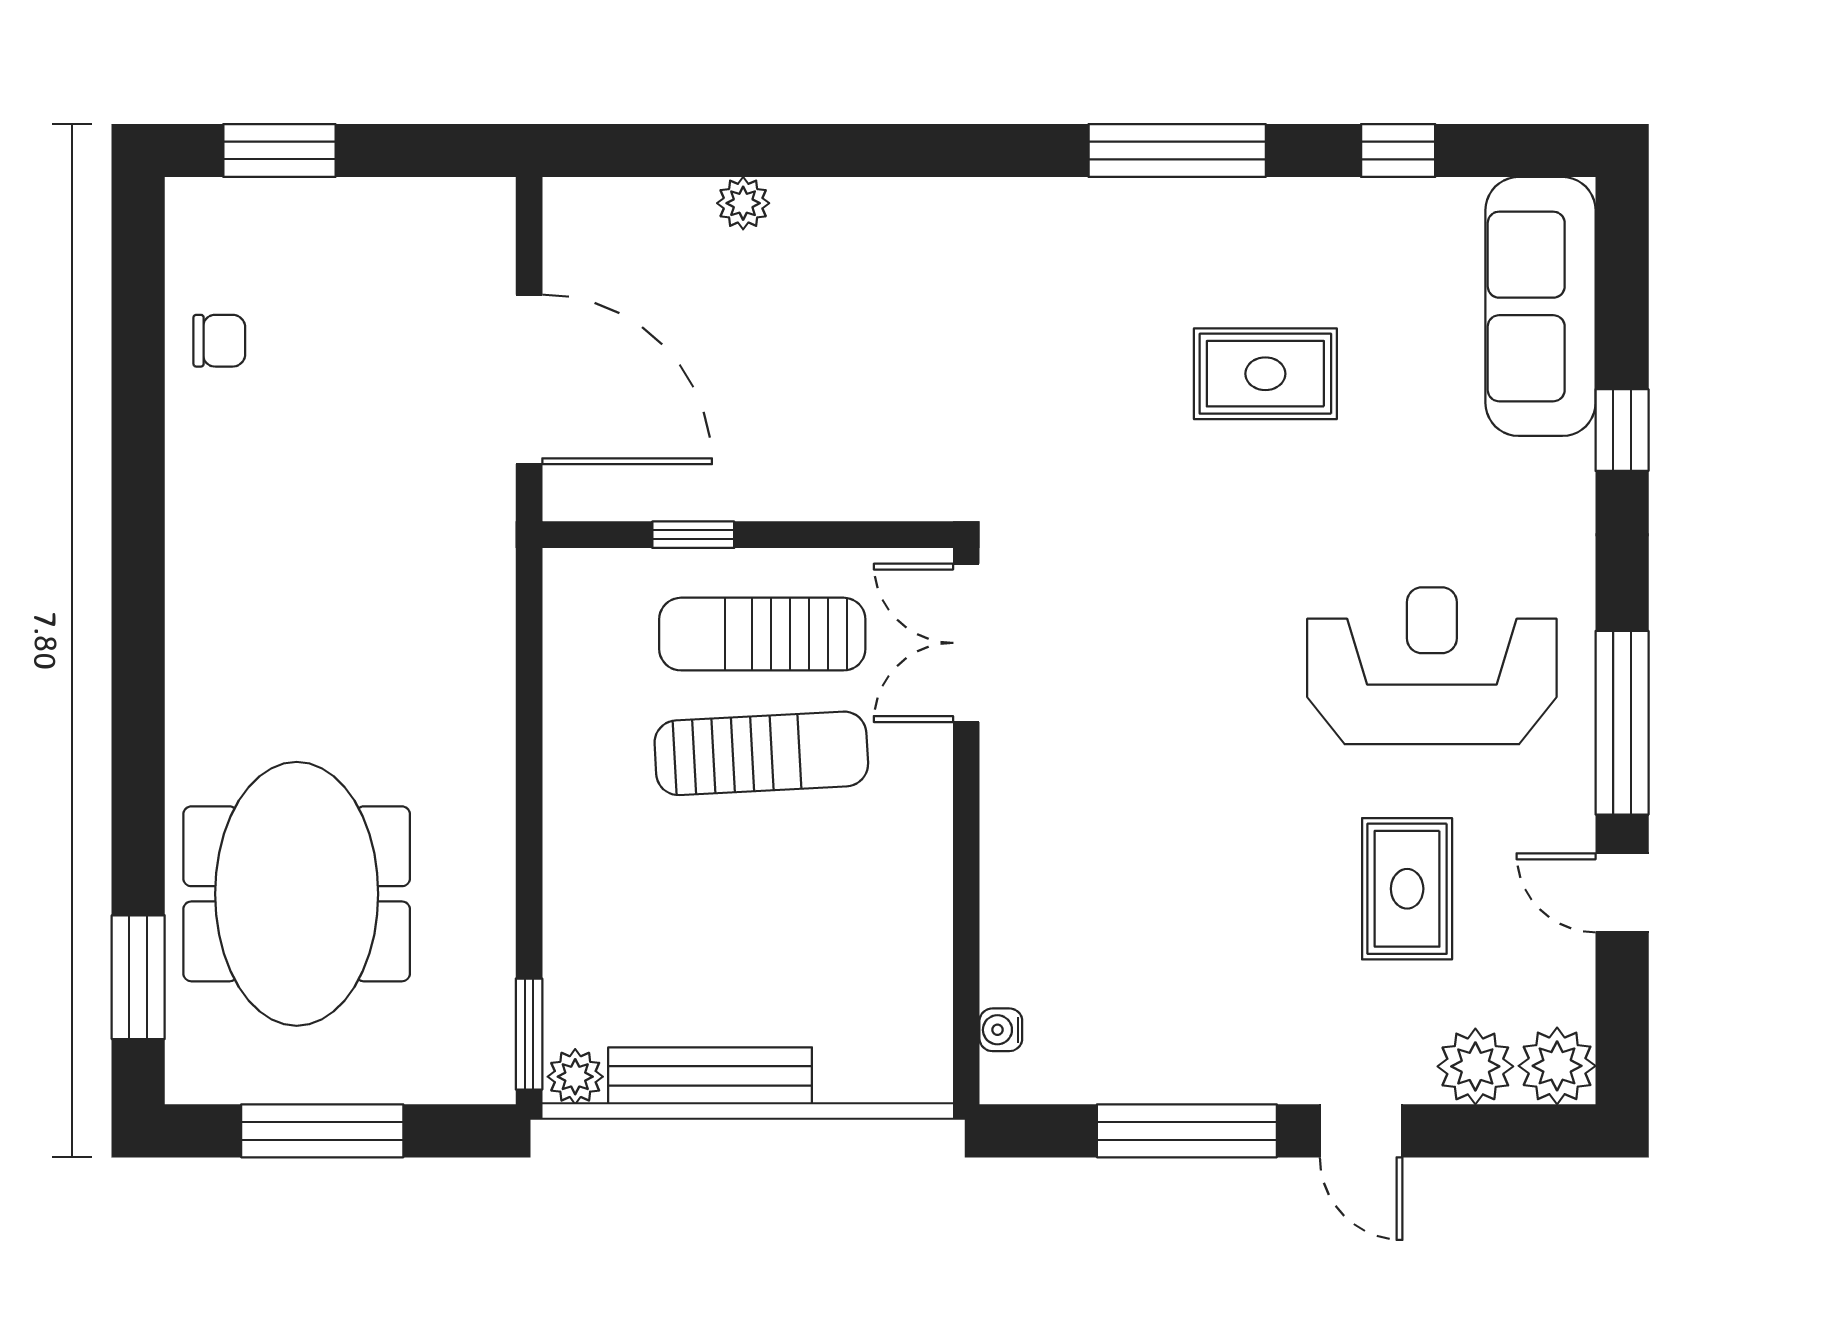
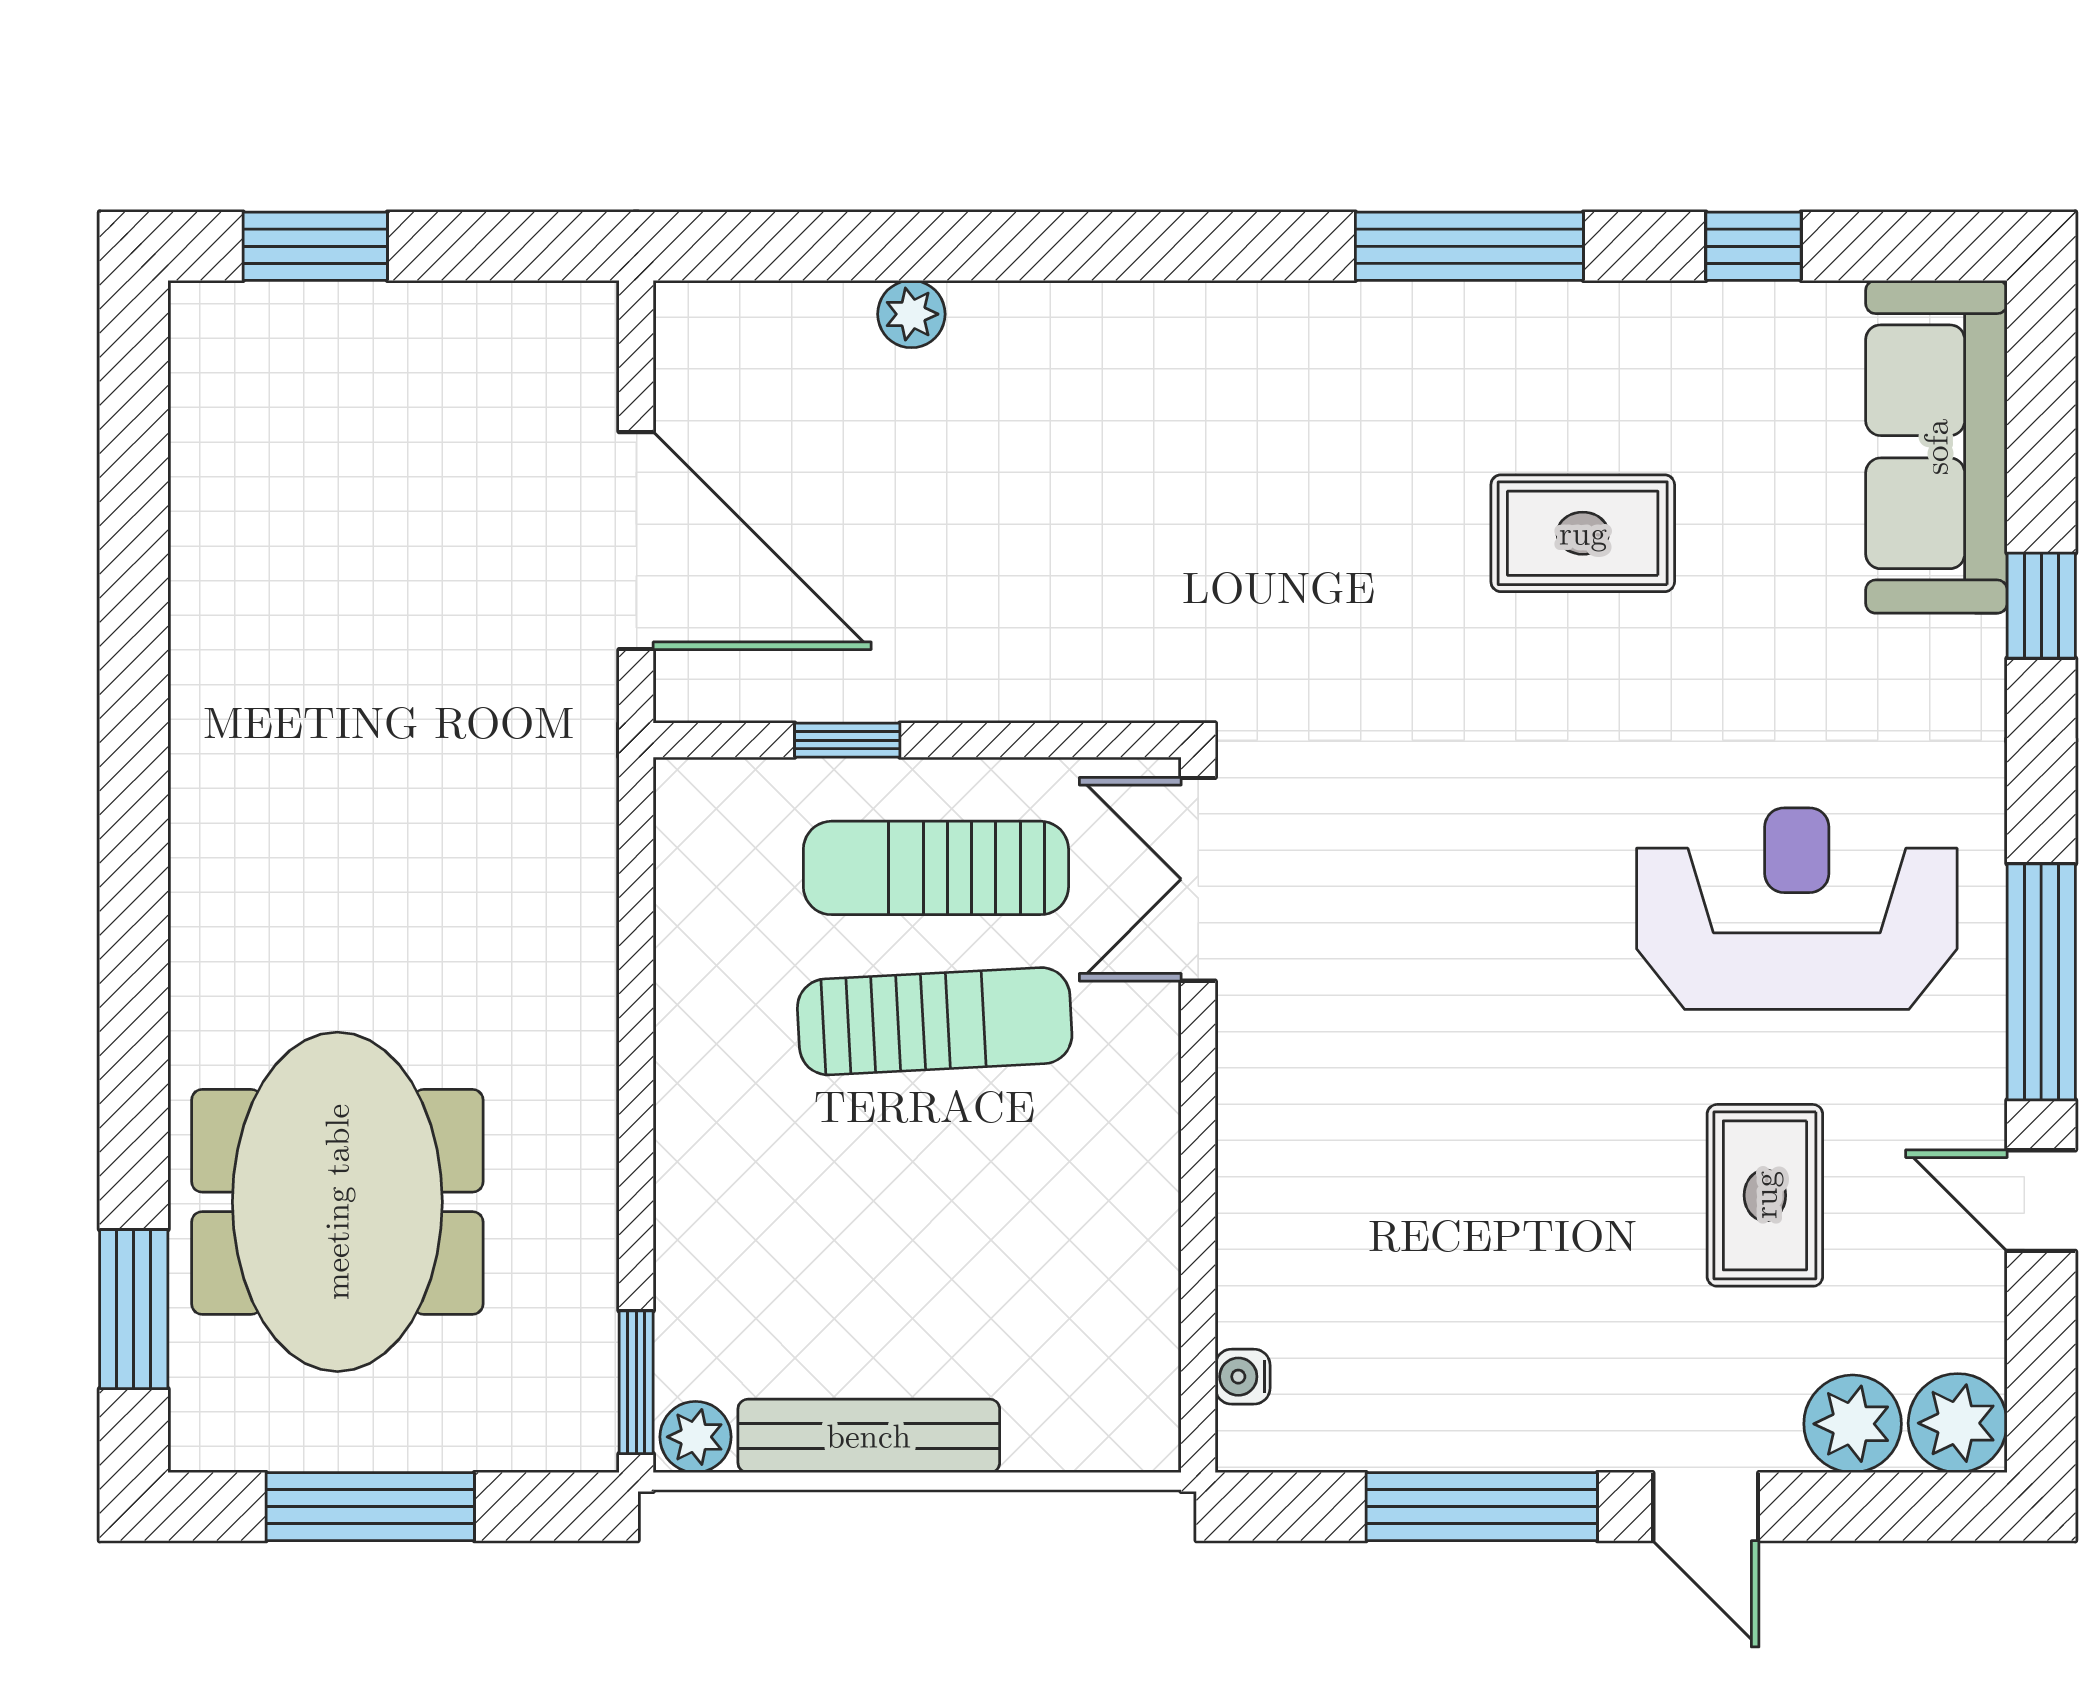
chair: (219, 341) -> (238, 491), removed

